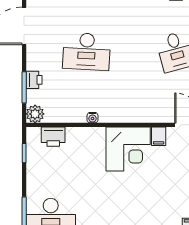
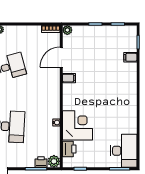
printer: (34, 80) -> (41, 162), moved
corner desk: (128, 149) -> (77, 125), moved

